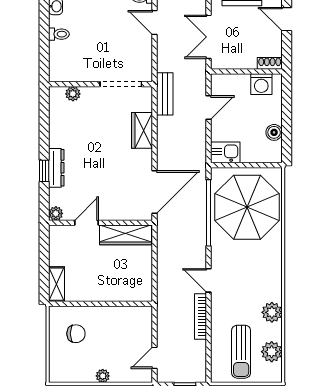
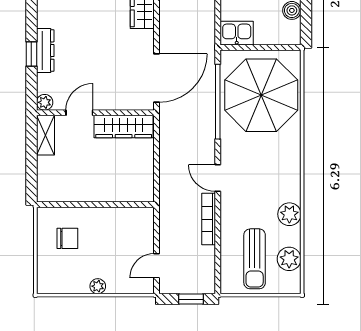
shelving: (57, 284) -> (45, 135), moved

